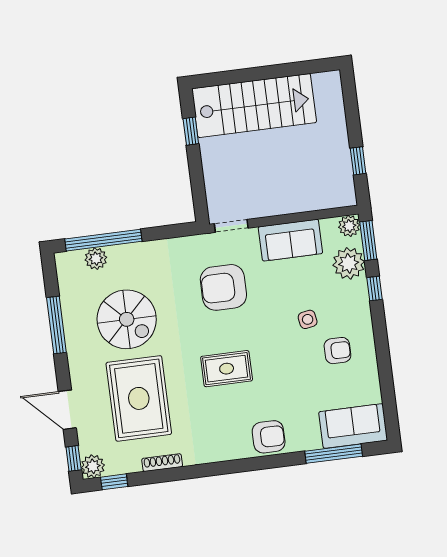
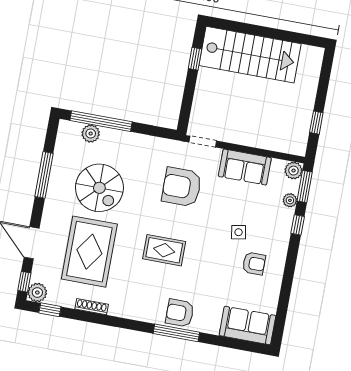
plant: (349, 263) -> (290, 200), width x0.53, depth x0.53
armchair: (269, 437) -> (180, 313), turned 180
window: (334, 454) -> (176, 333), moved

